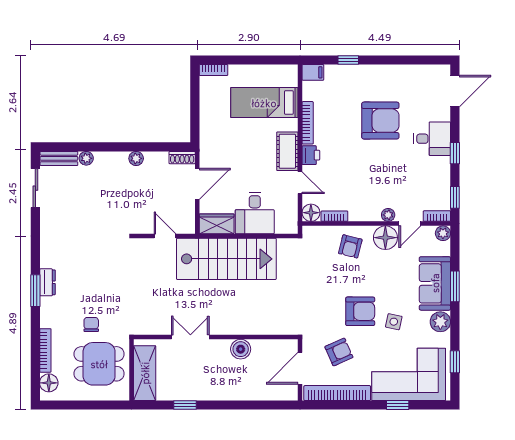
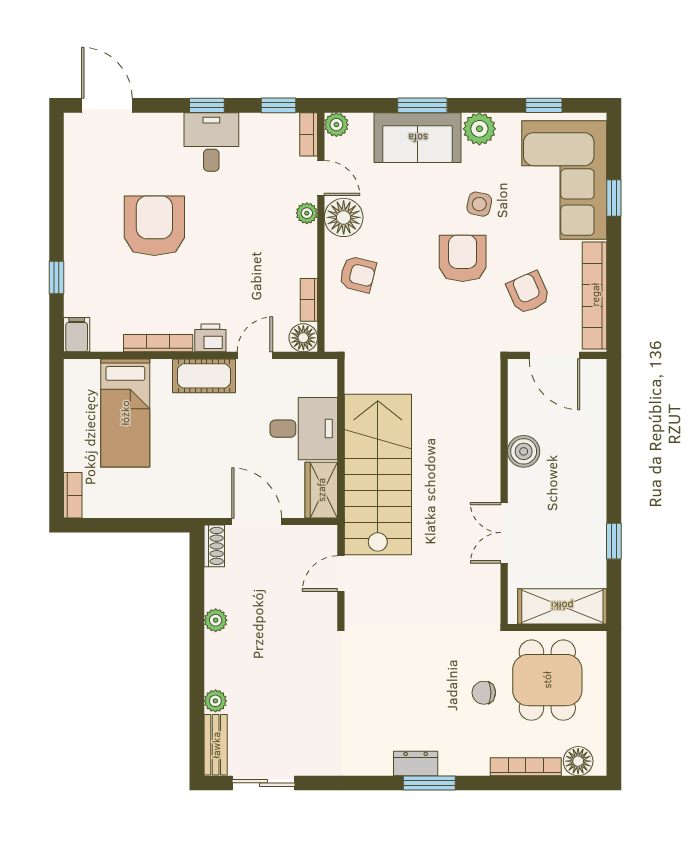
desk: (432, 139) -> (211, 142), moved

